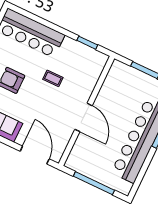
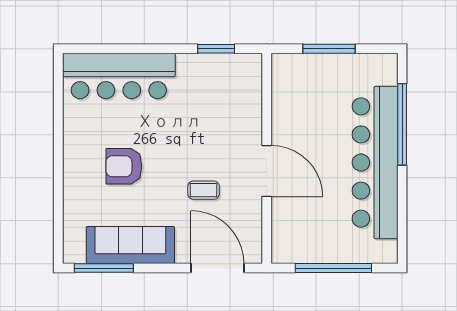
coffee table: (53, 78) -> (204, 190), moved

